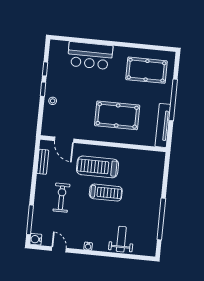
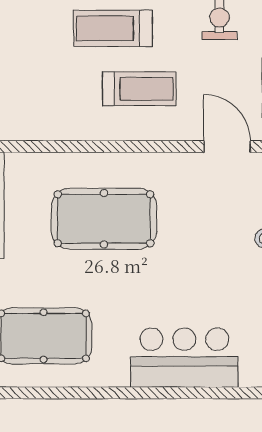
treadmill: (97, 167) -> (139, 89), width x0.73, depth x0.73

